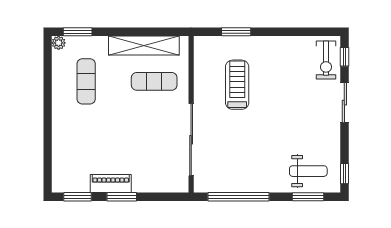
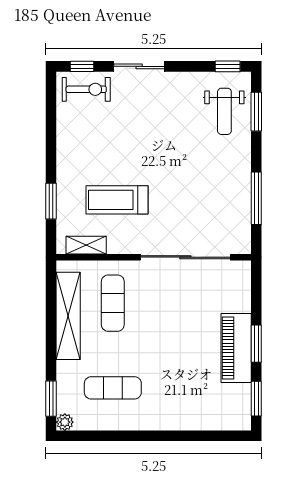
shelving: (201, 60) -> (86, 245), added
weight bench: (308, 171) -> (224, 111), turned 180
piano: (111, 183) -> (236, 348), width x1.37, depth x1.33
window: (239, 197) -> (256, 198), width x0.68

